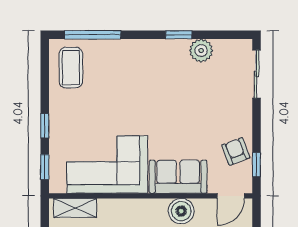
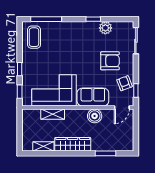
armchair: (209, 111) -> (110, 61), added
shelving: (75, 208) -> (53, 114), moved

